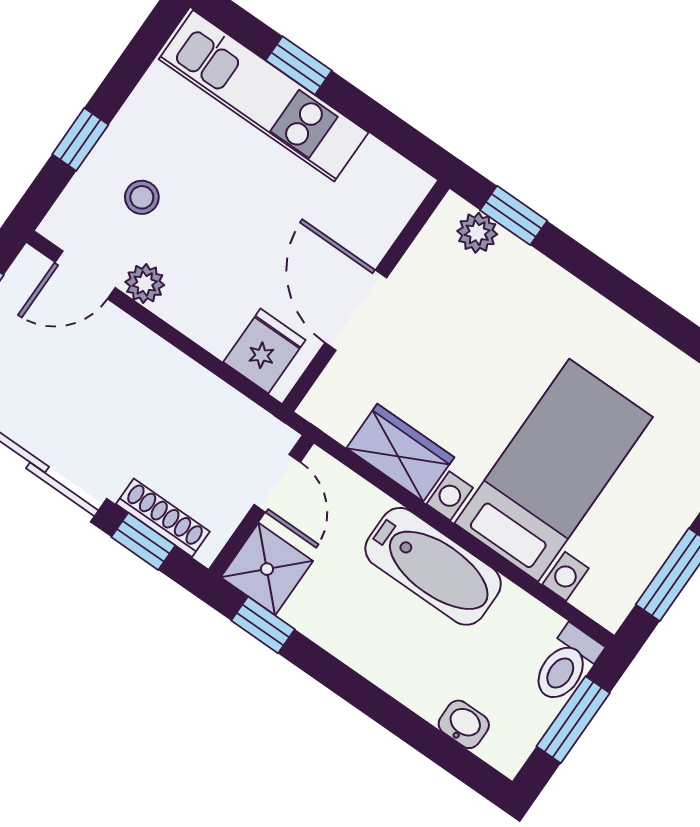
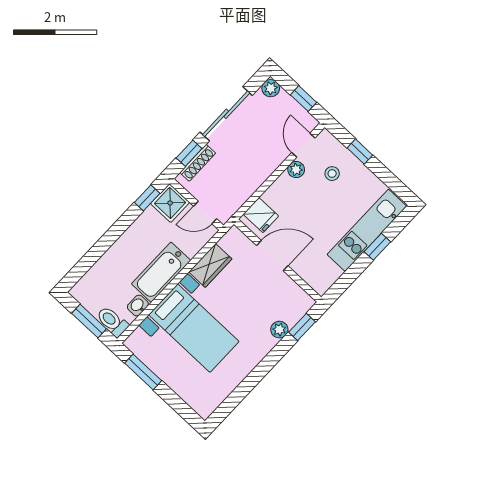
plant: (477, 233) -> (279, 330), moved
washbasin: (464, 724) -> (138, 306), moved, turned 180

